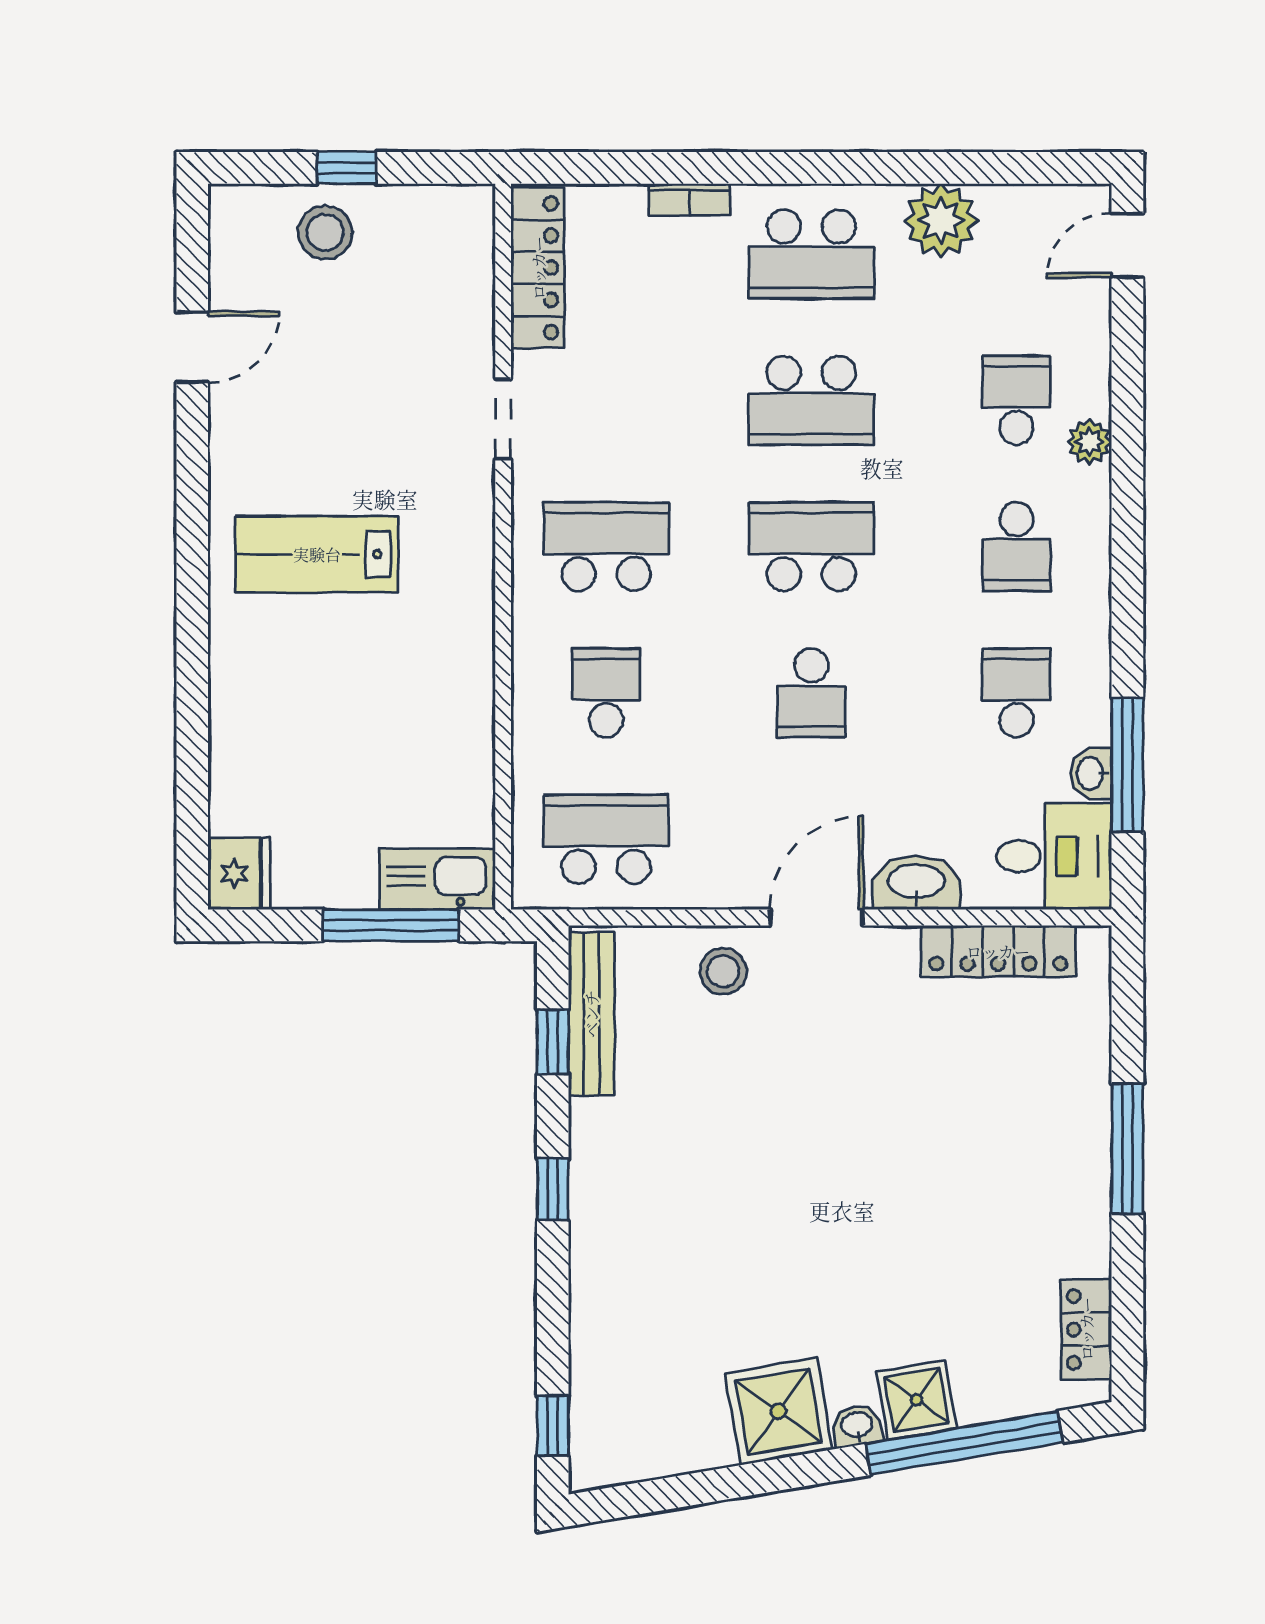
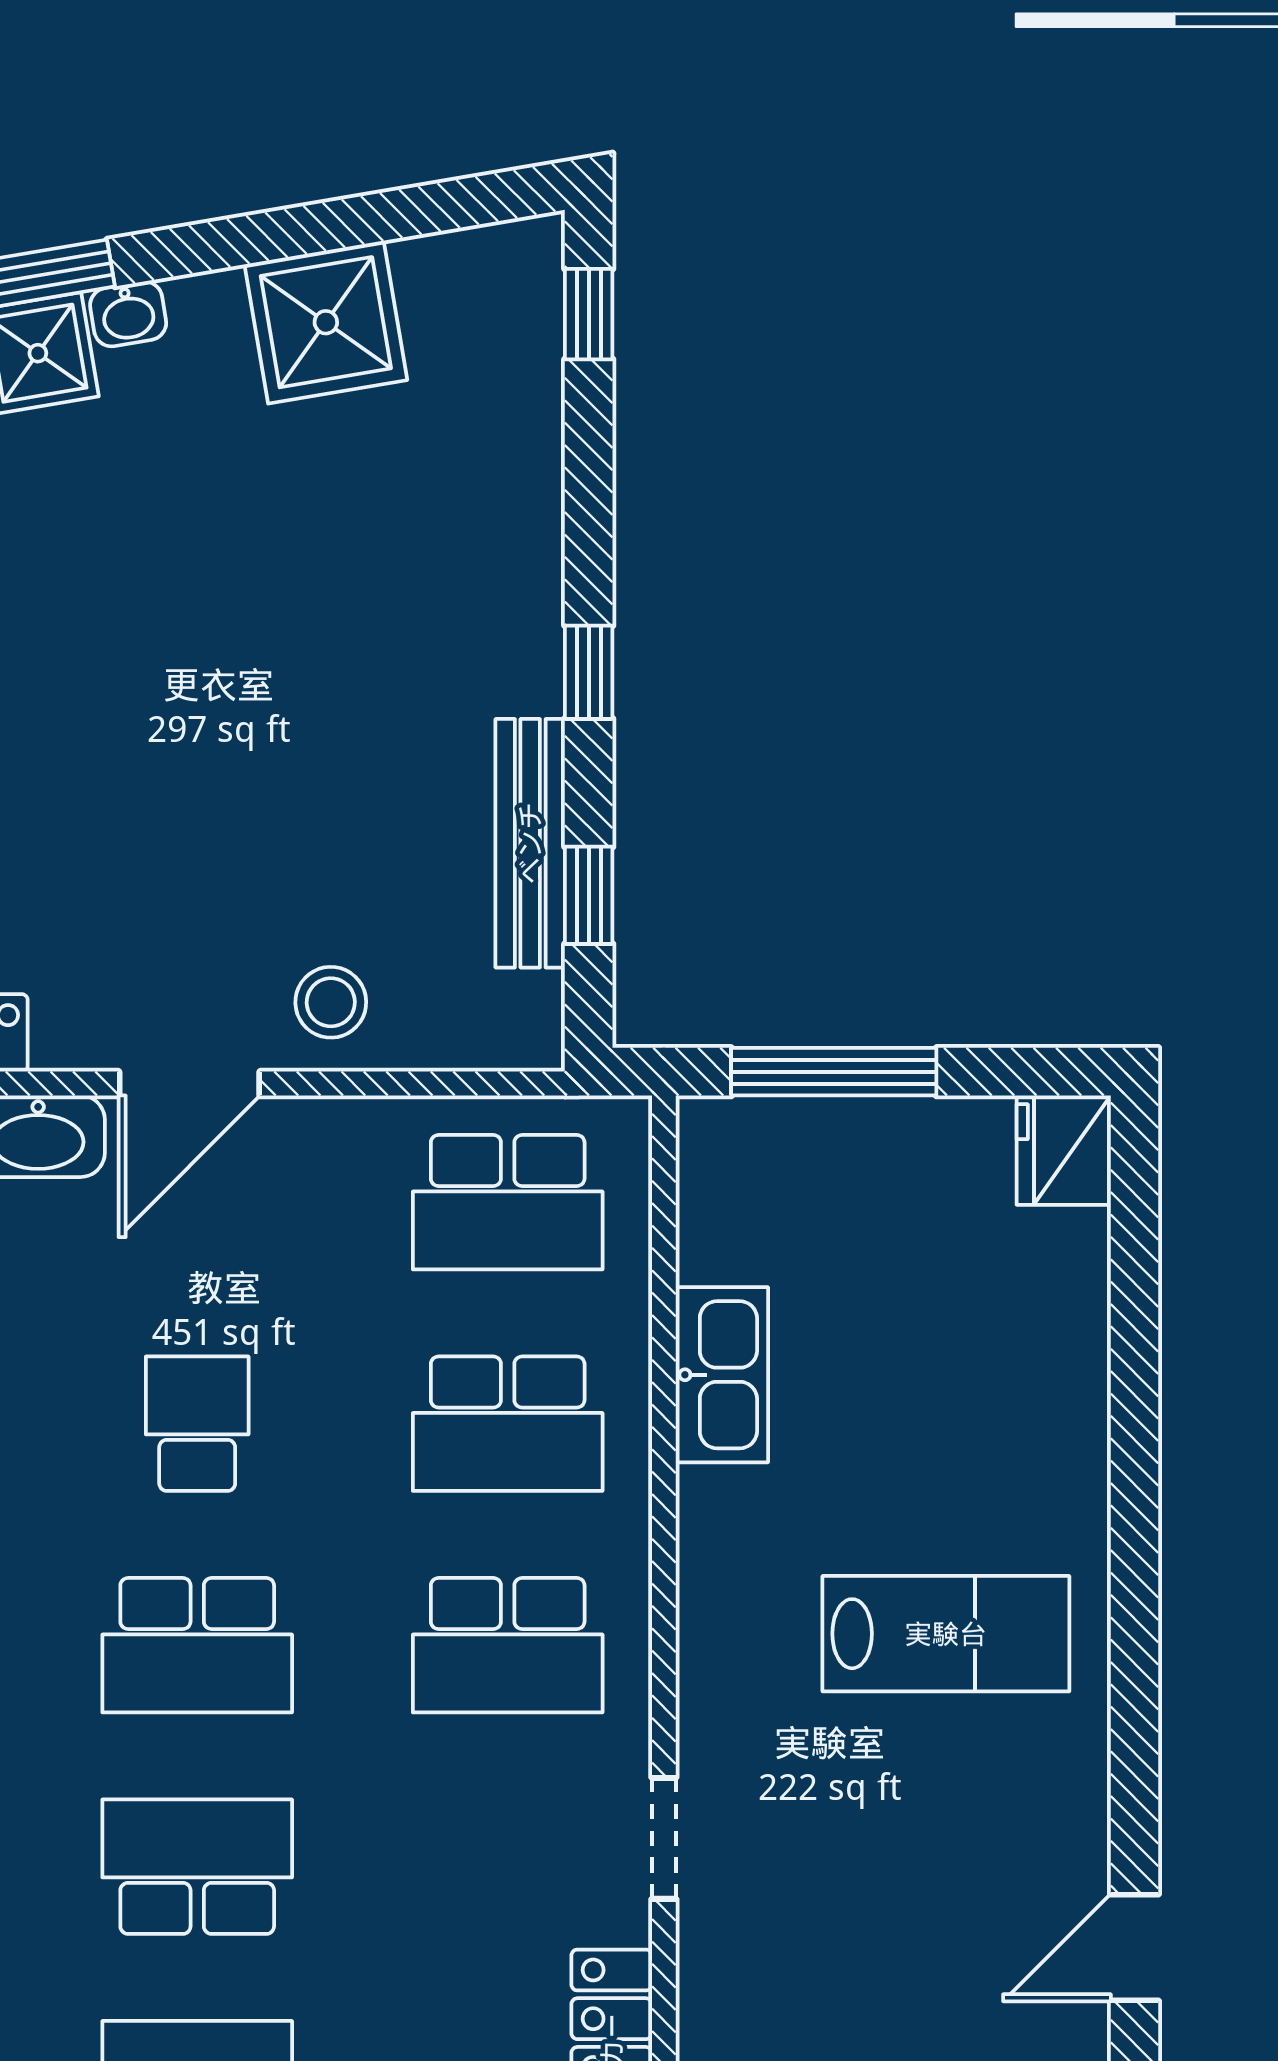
school desk: (606, 693) -> (508, 1424), width x1.85
kitchen sink: (437, 879) -> (722, 1375), moved, turned -90
bench: (591, 1014) -> (530, 843), moved
shower: (779, 1411) -> (326, 322), moved

